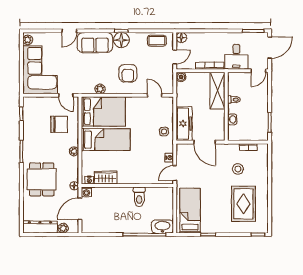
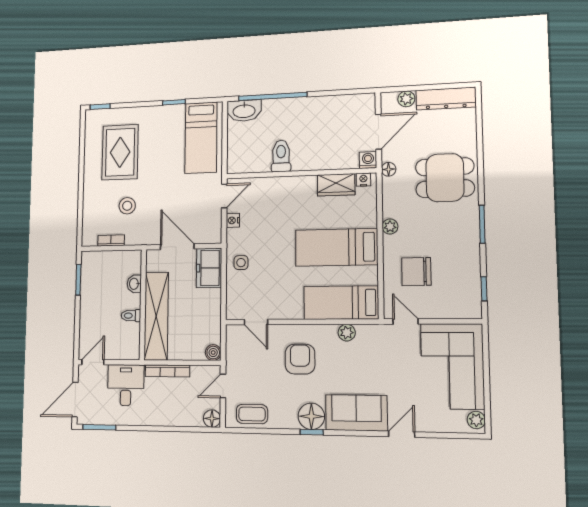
shelving: (217, 91) -> (156, 316), width x1.47
bed: (103, 111) -> (341, 303), width x0.67
freezer: (184, 124) -> (209, 268), width x0.71
dining table: (42, 179) -> (445, 178), turned 90

